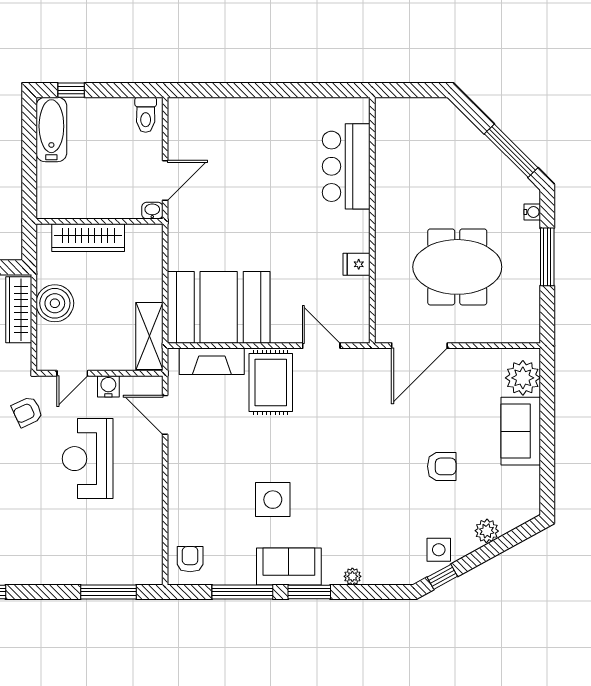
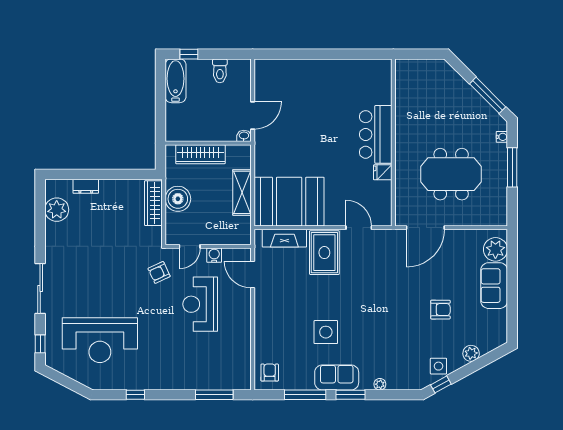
toilet: (146, 115) -> (220, 71), moved
bar counter: (346, 166) -> (376, 134), moved
shelving: (149, 336) -> (242, 192), moved

